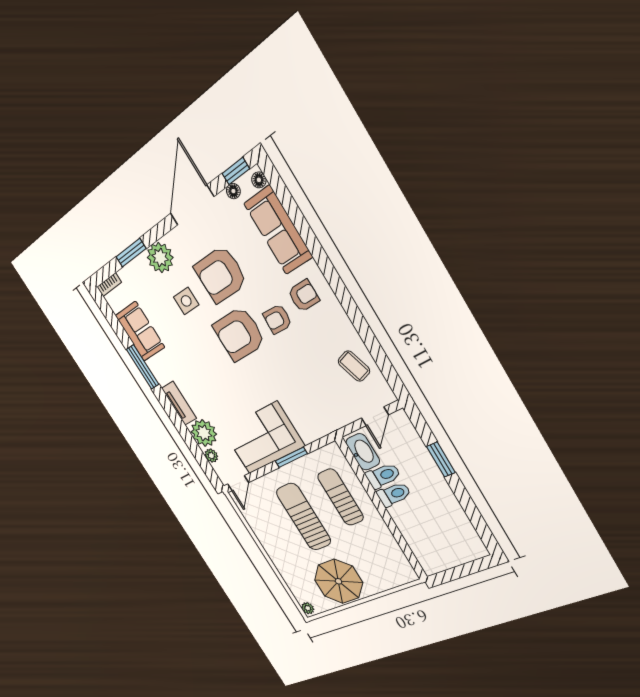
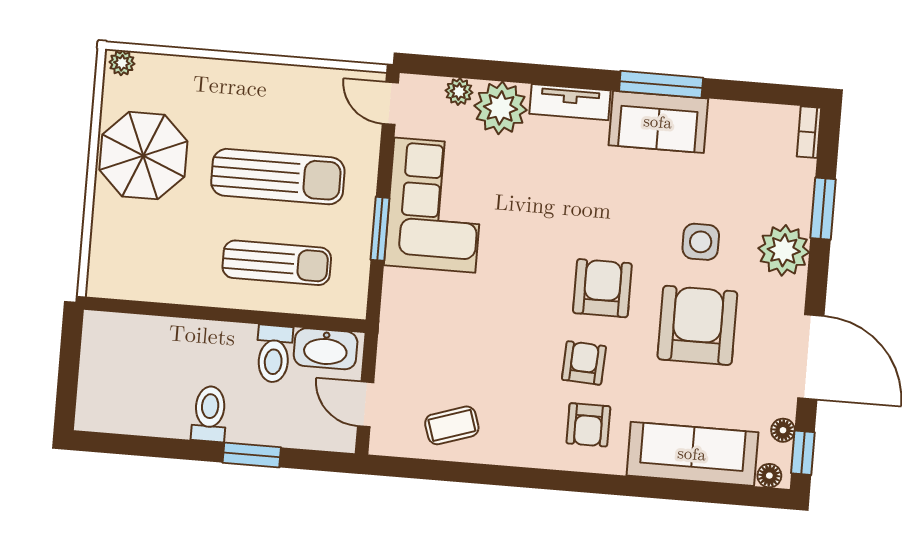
sofa: (140, 331) -> (658, 122), moved
armchair: (239, 334) -> (602, 288), width x0.73, depth x0.73
toilet: (394, 494) -> (210, 414), moved, turned 180

